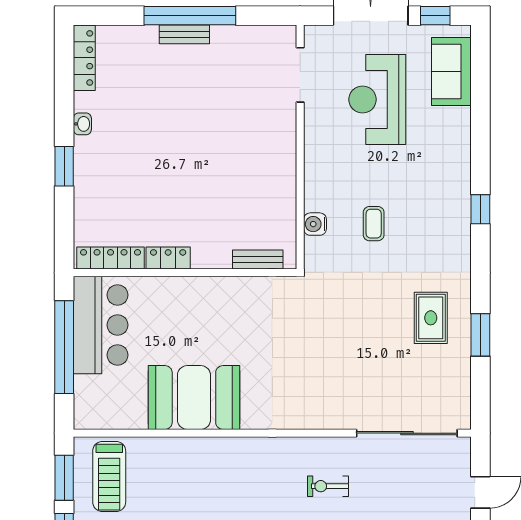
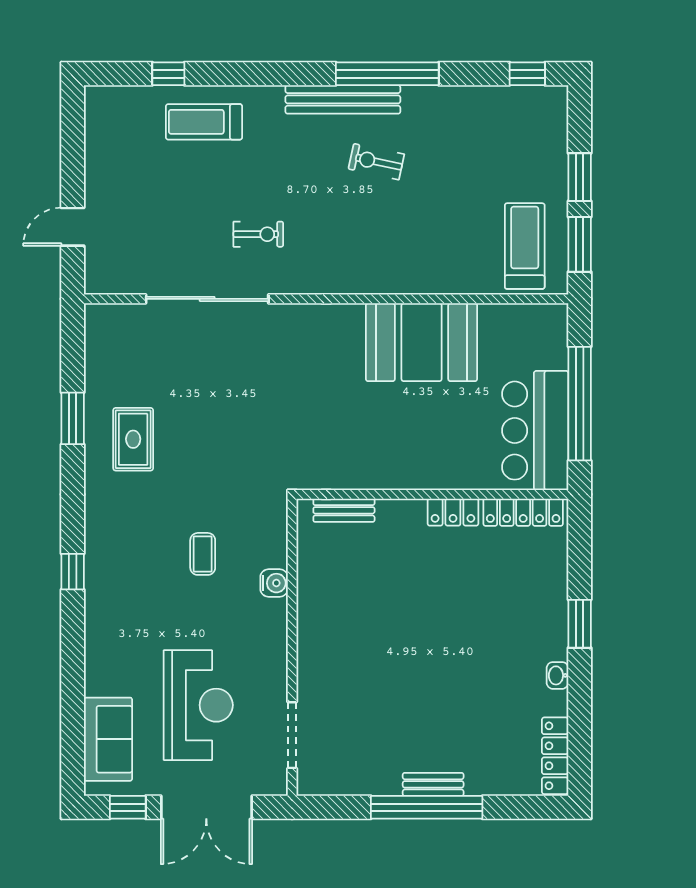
water cooler: (315, 224) -> (274, 583), moved
sliding door: (407, 433) -> (207, 299), moved

